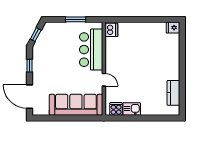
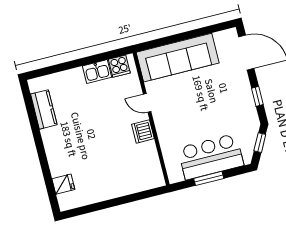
fridge: (173, 28) -> (63, 184), moved
dishwasher: (111, 30) -> (143, 131), moved
bar counter: (91, 50) -> (211, 157), moved, turned -90

